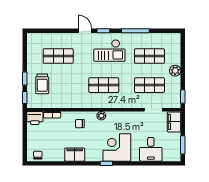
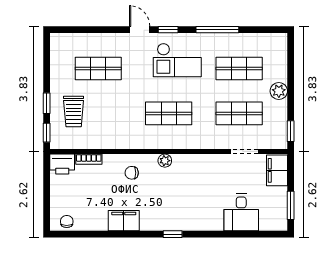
corner desk: (117, 147) -> (189, 210), removed

